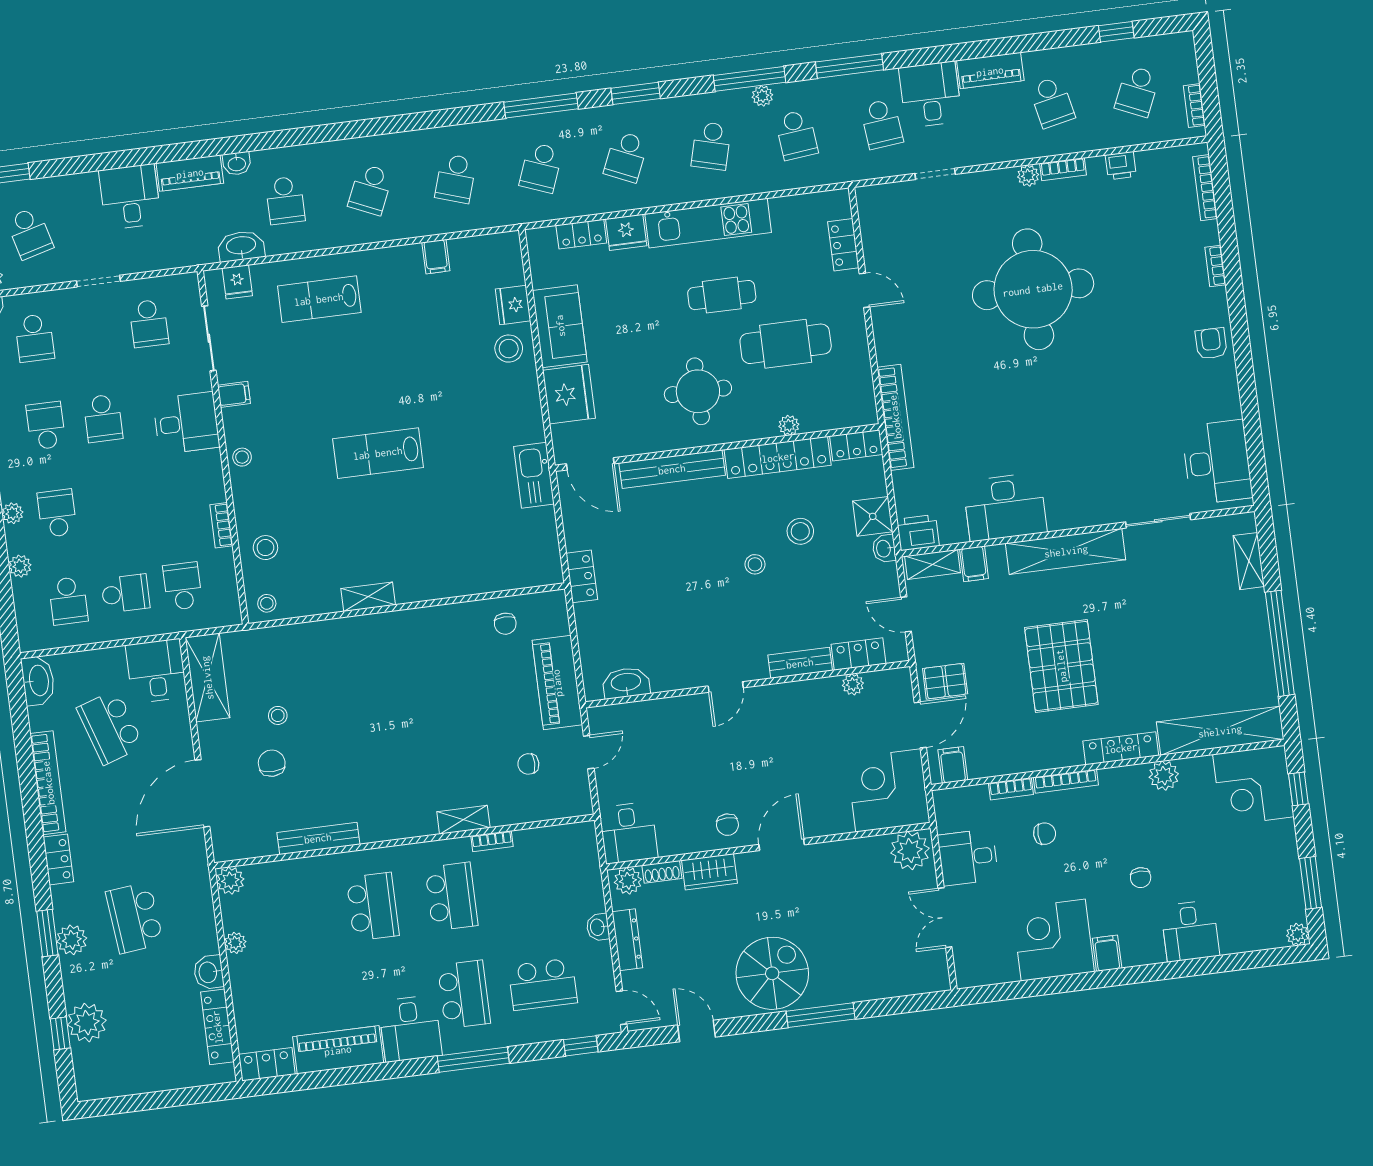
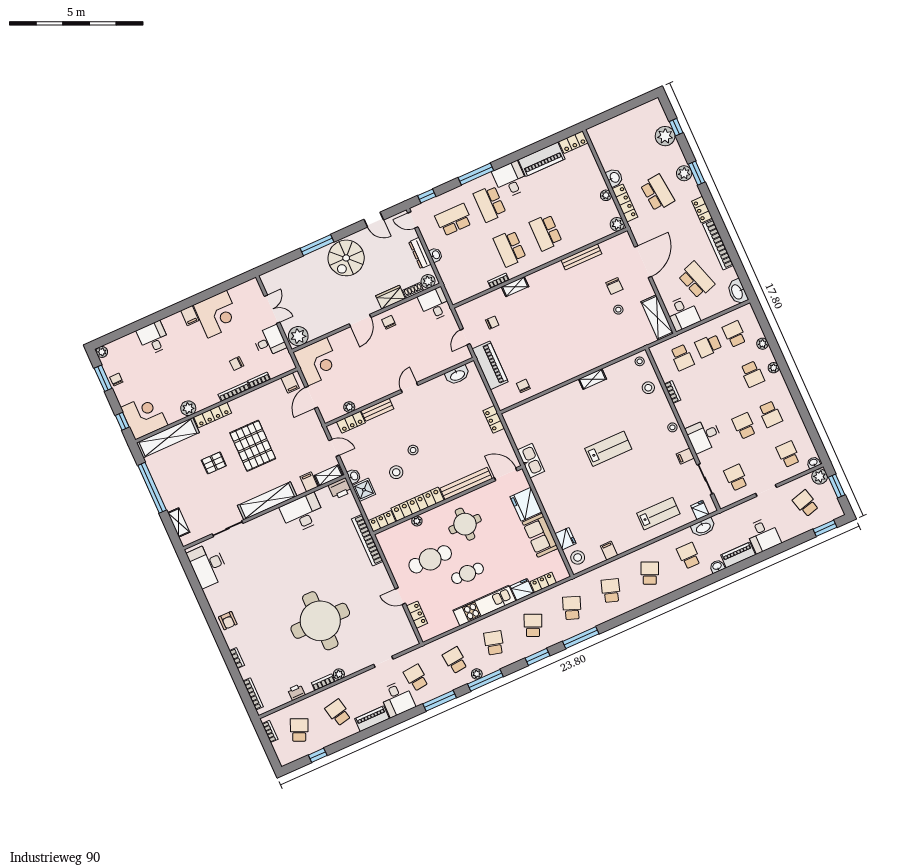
stool: (509, 349) -> (578, 557), moved
pallet: (945, 681) -> (214, 463), moved
chair: (1141, 878) -> (116, 380), moved
locker: (217, 1027) -> (625, 203), moved

